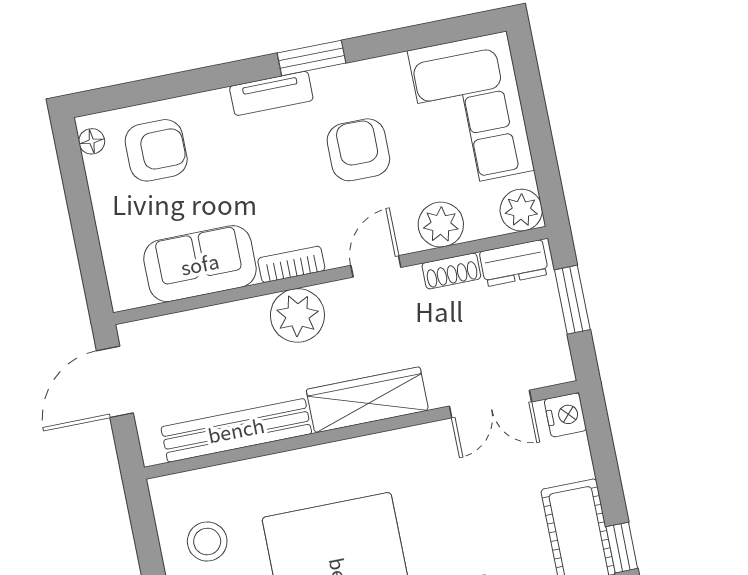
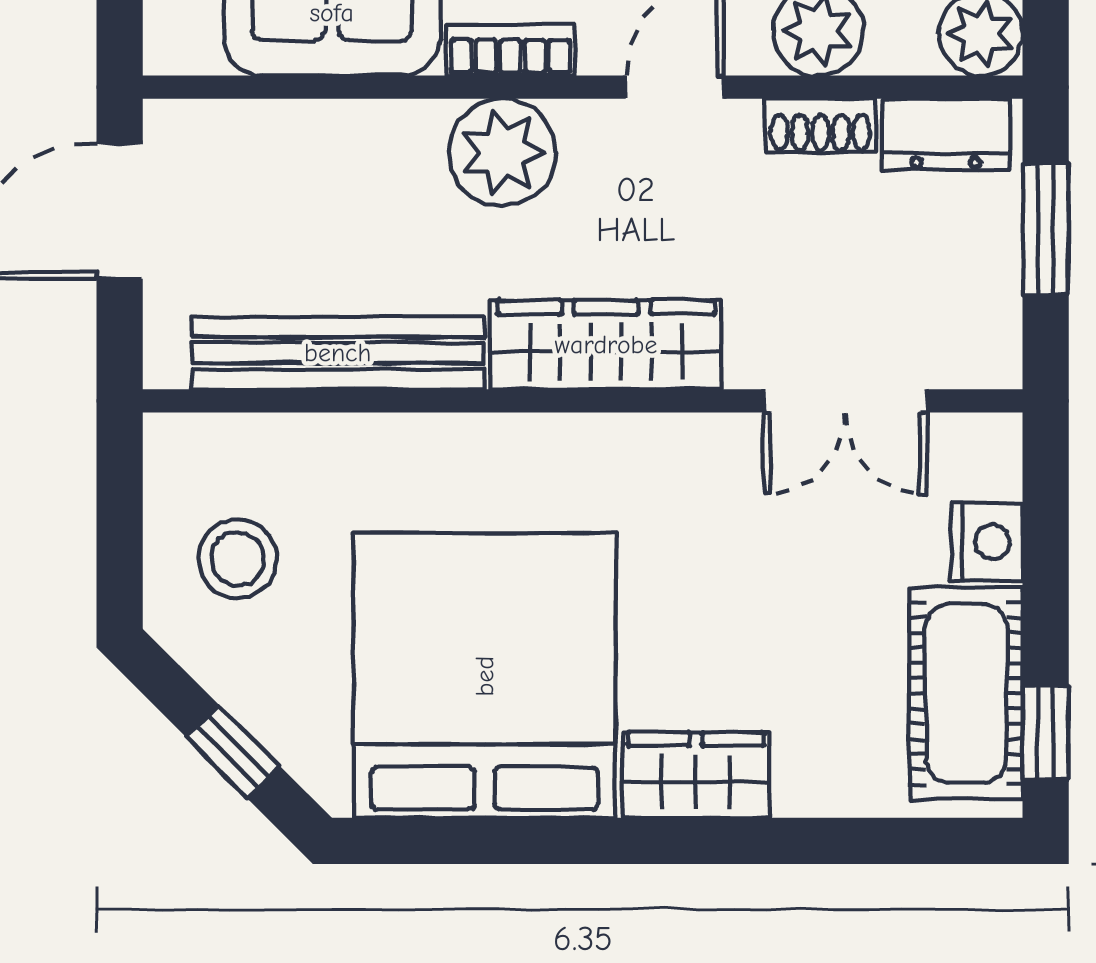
nightstand: (565, 415) -> (987, 542), moved

